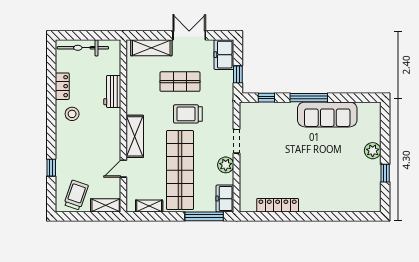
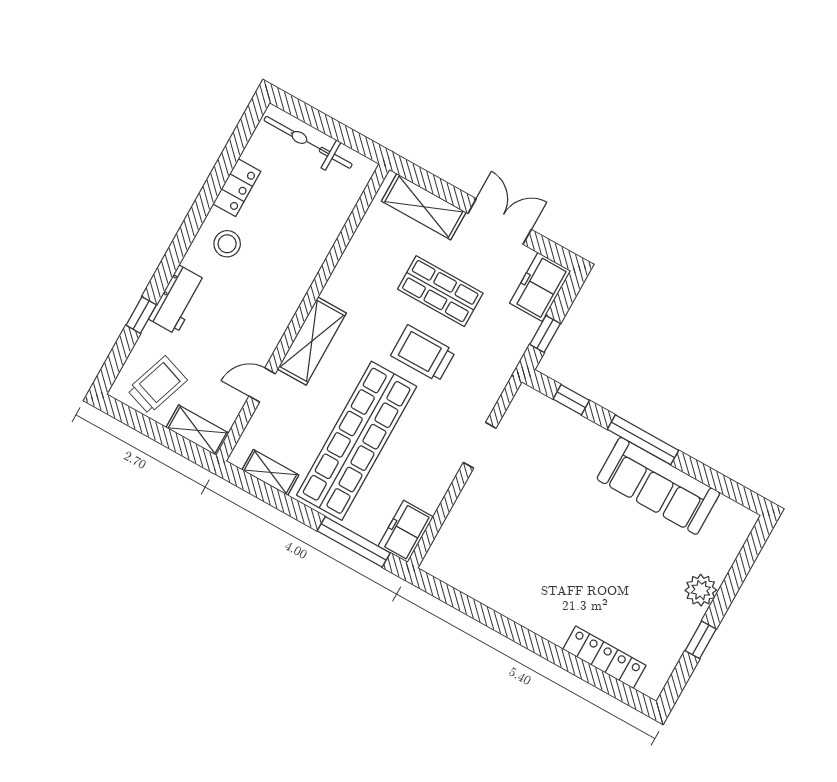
workbench: (112, 91) -> (178, 300), moved, turned 180
plant: (226, 165) -> (439, 475), removed
locker: (278, 205) -> (604, 657), moved

